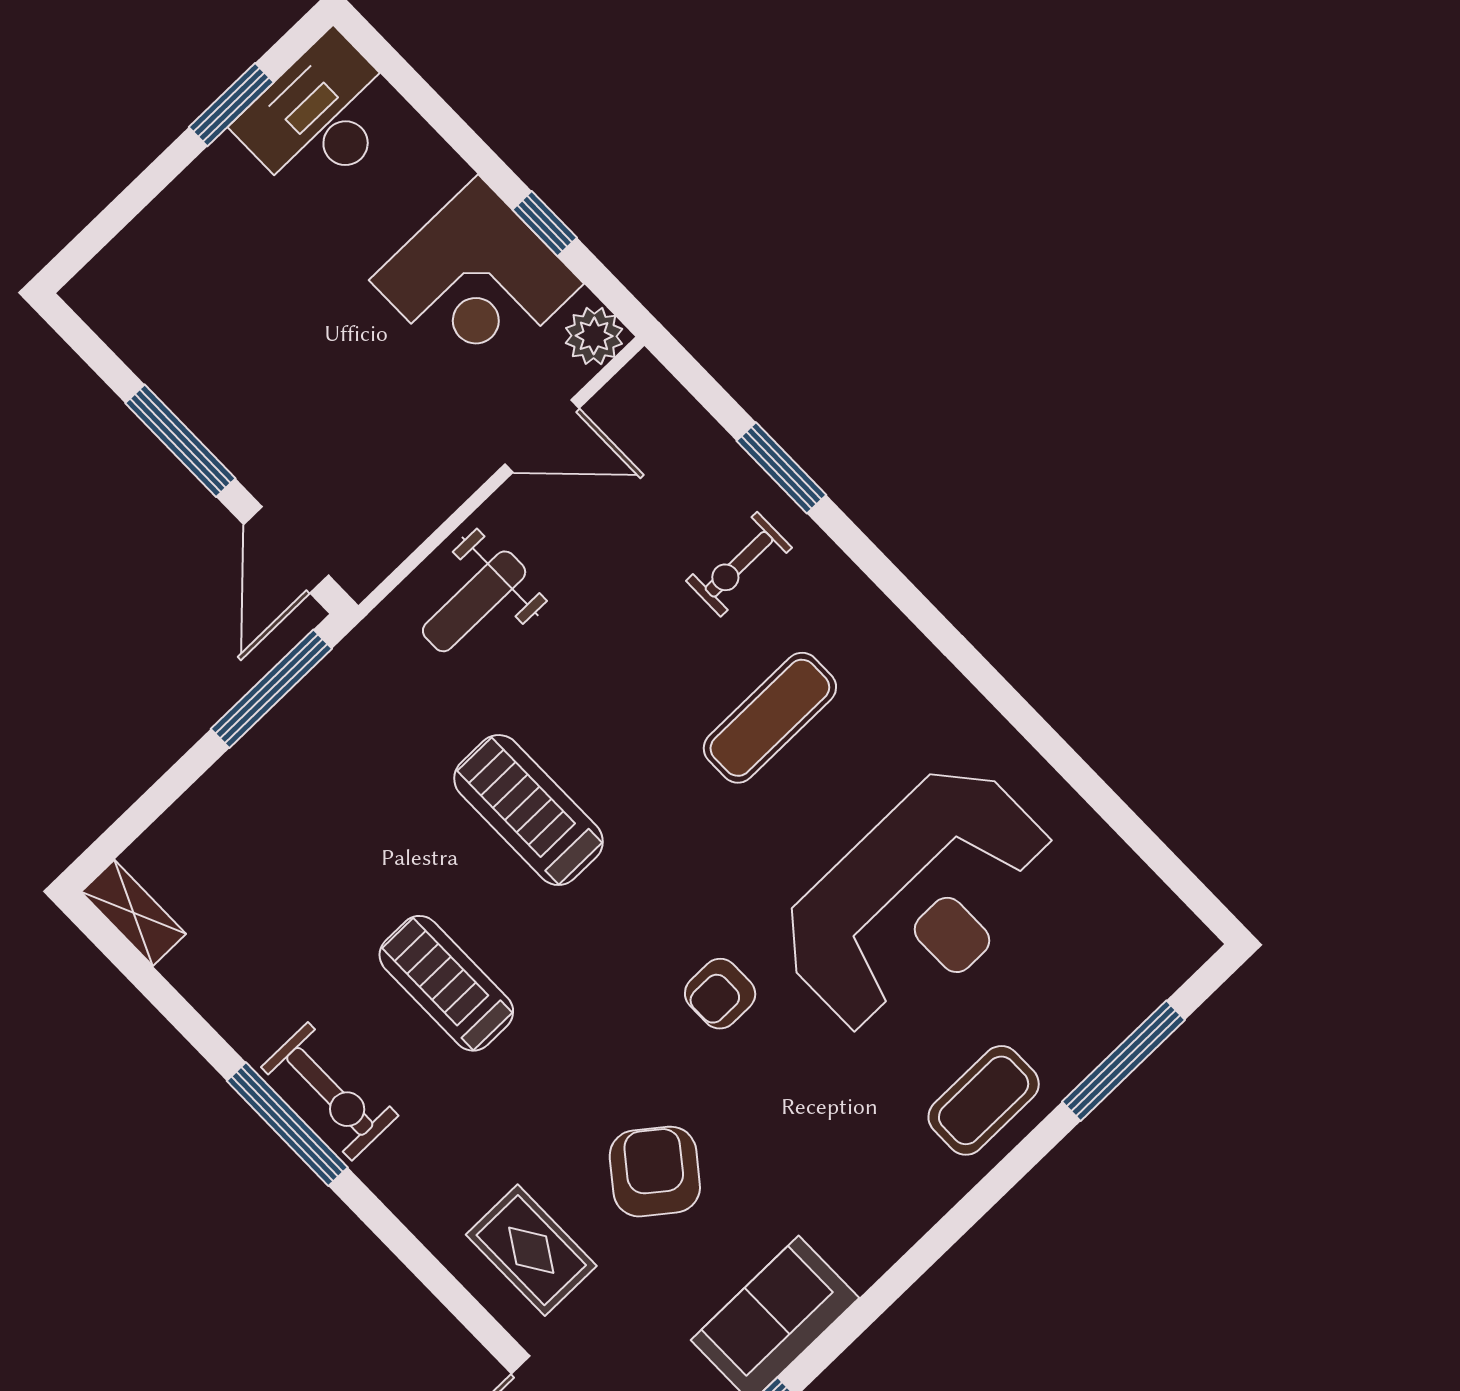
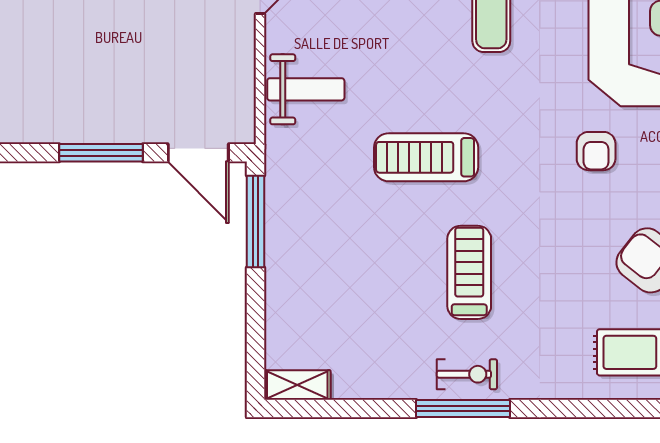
weight bench: (474, 601) -> (306, 89), turned -90
treadmill: (446, 983) -> (469, 272), turned 90
exercise bike: (330, 1091) -> (467, 374), width x0.73, depth x0.72

